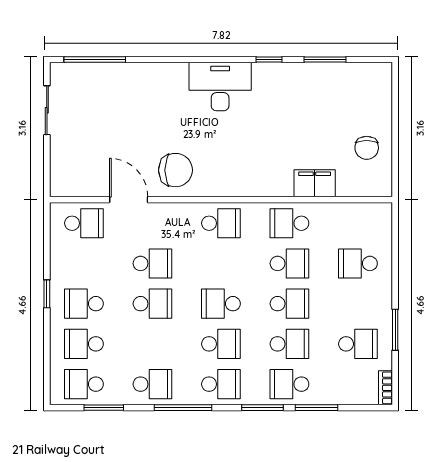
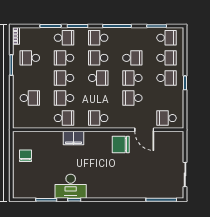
desk: (220, 87) -> (71, 186), moved
filing cabinet: (315, 183) -> (73, 138), moved
school desk: (152, 384) -> (132, 58), moved, turned 180

